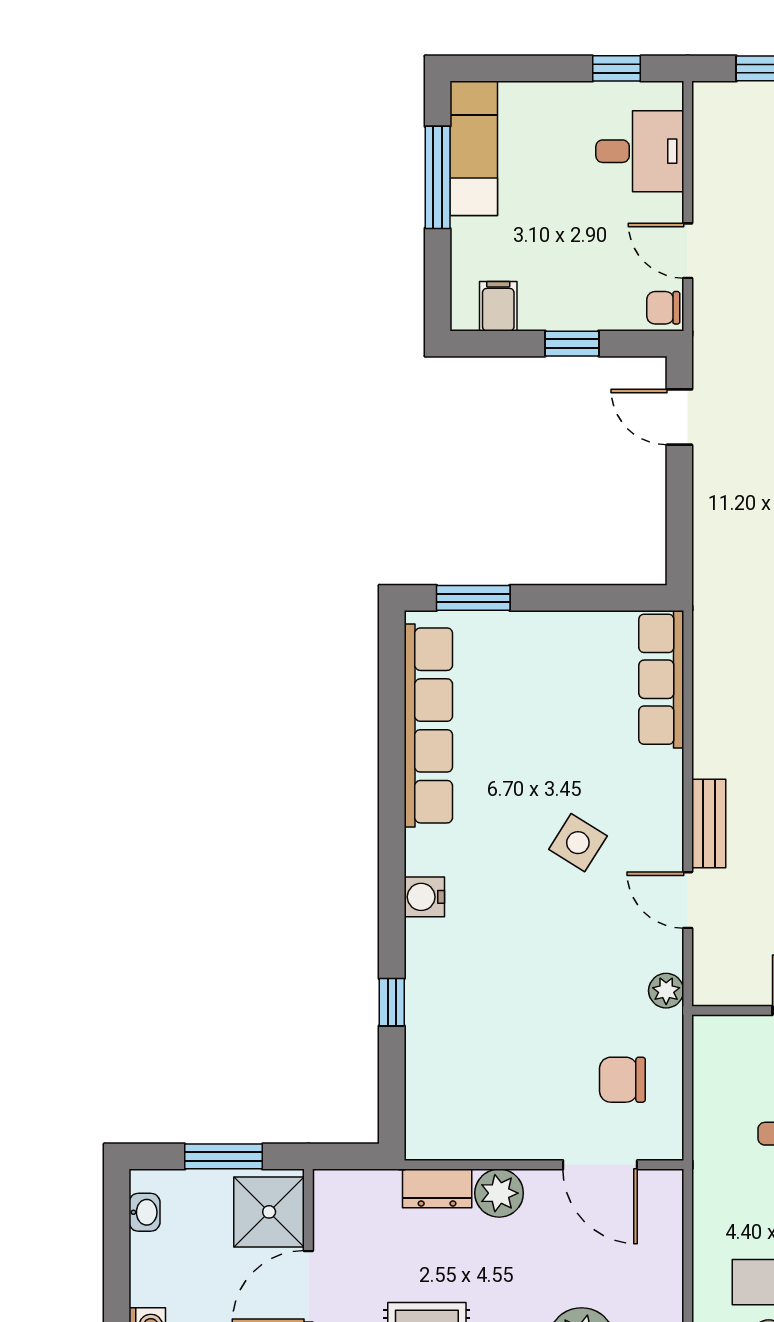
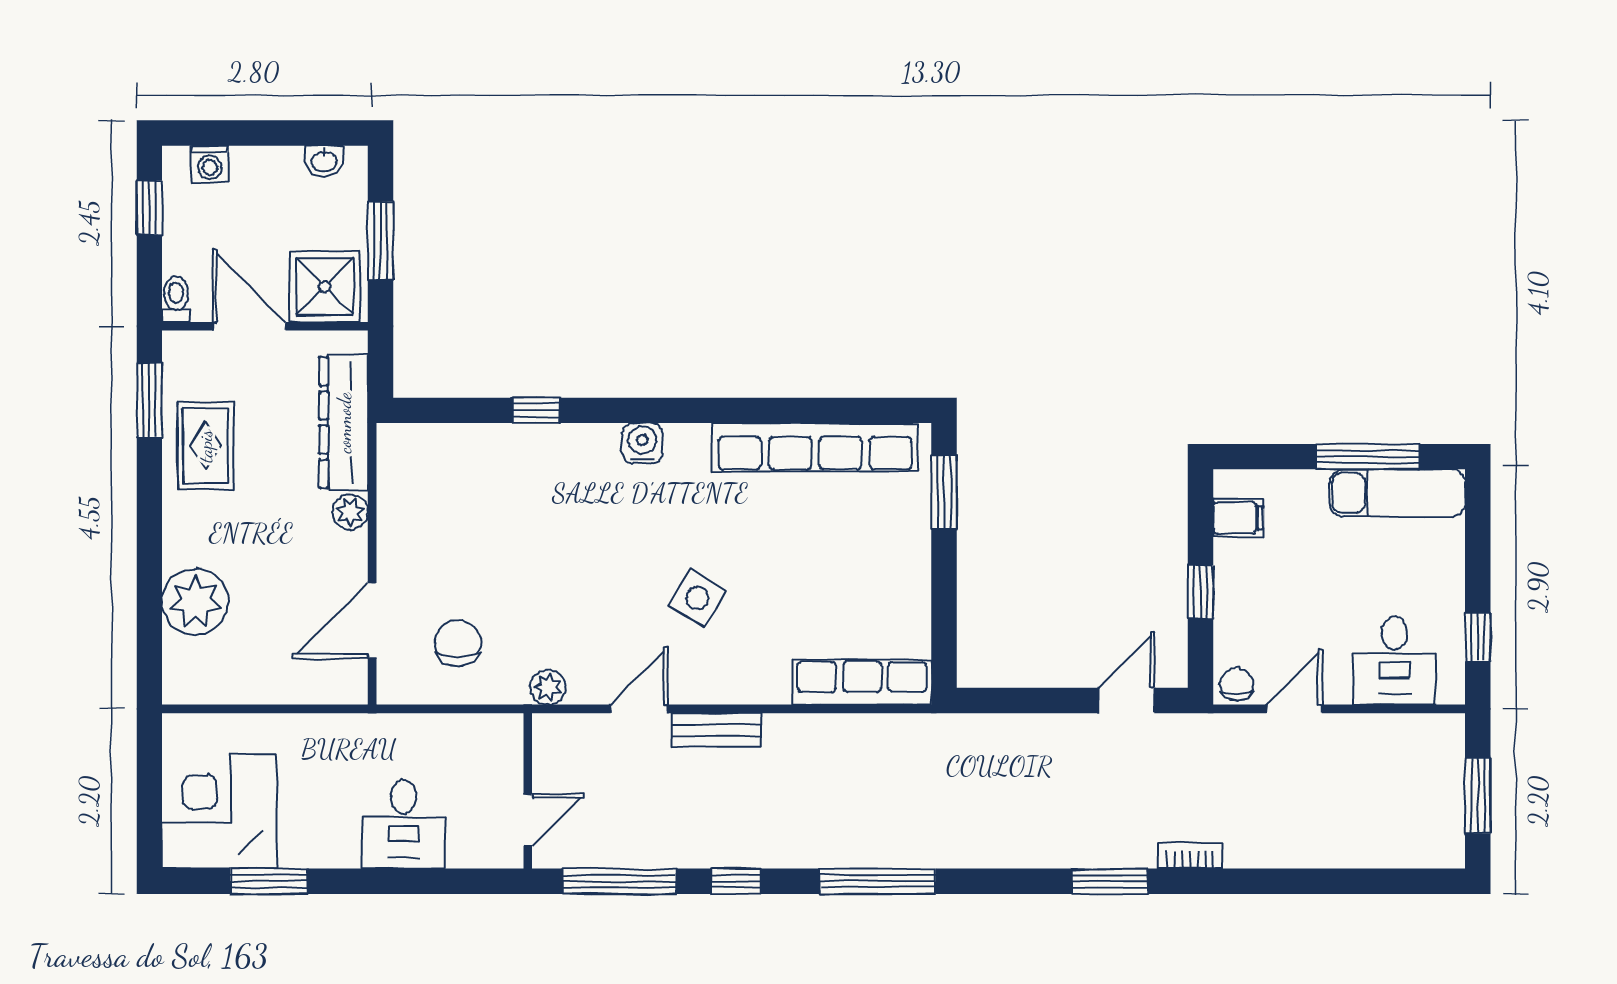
dresser: (437, 1188) -> (344, 423), width x1.96, depth x1.24
plant: (499, 1193) -> (350, 512), width x0.73, depth x0.73

